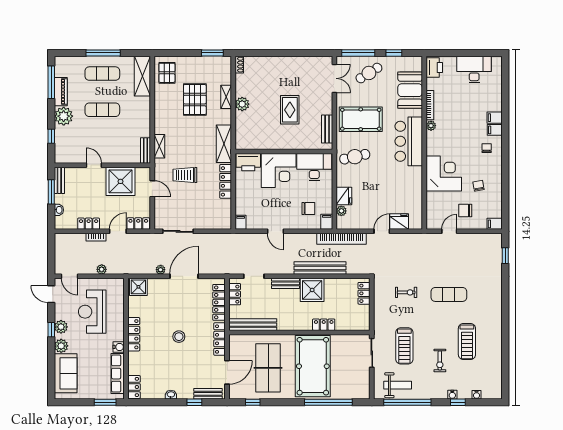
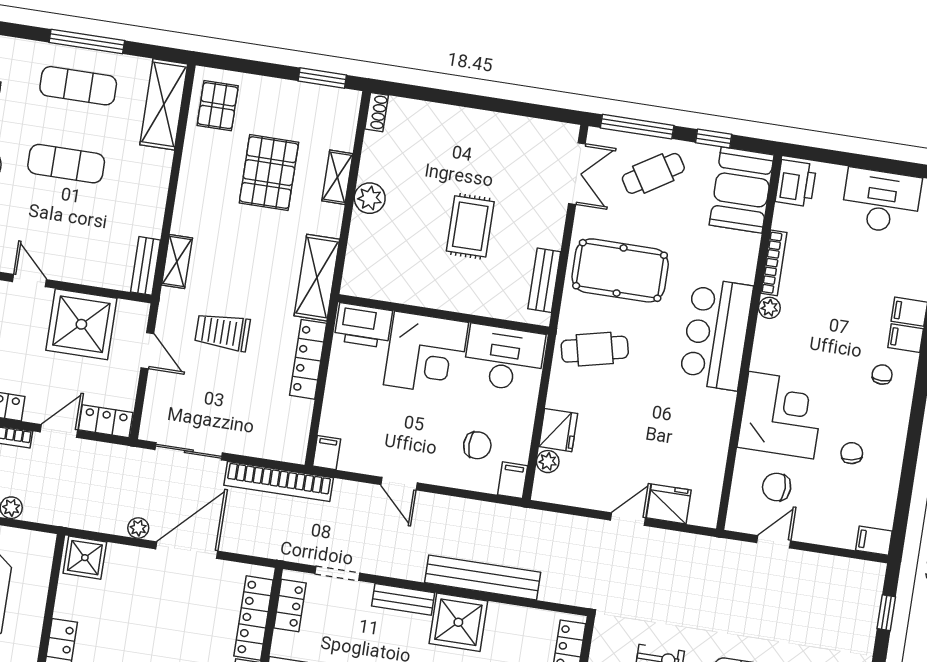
booth: (410, 90) -> (742, 190), moved
chair: (465, 211) -> (777, 487), moved
bookcase: (342, 239) -> (279, 482), moved

